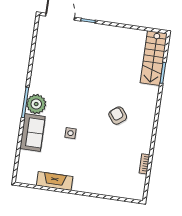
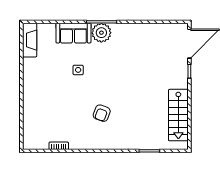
stairs: (154, 58) -> (178, 115), moved, turned -90
armchair: (118, 116) -> (102, 113), turned 149
fireplace: (55, 181) -> (30, 40), moved

